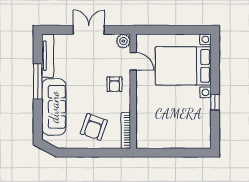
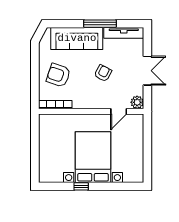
bed with nightstands: (183, 66) -> (93, 157), moved
armchair: (114, 84) -> (103, 73), moved, turned 118

